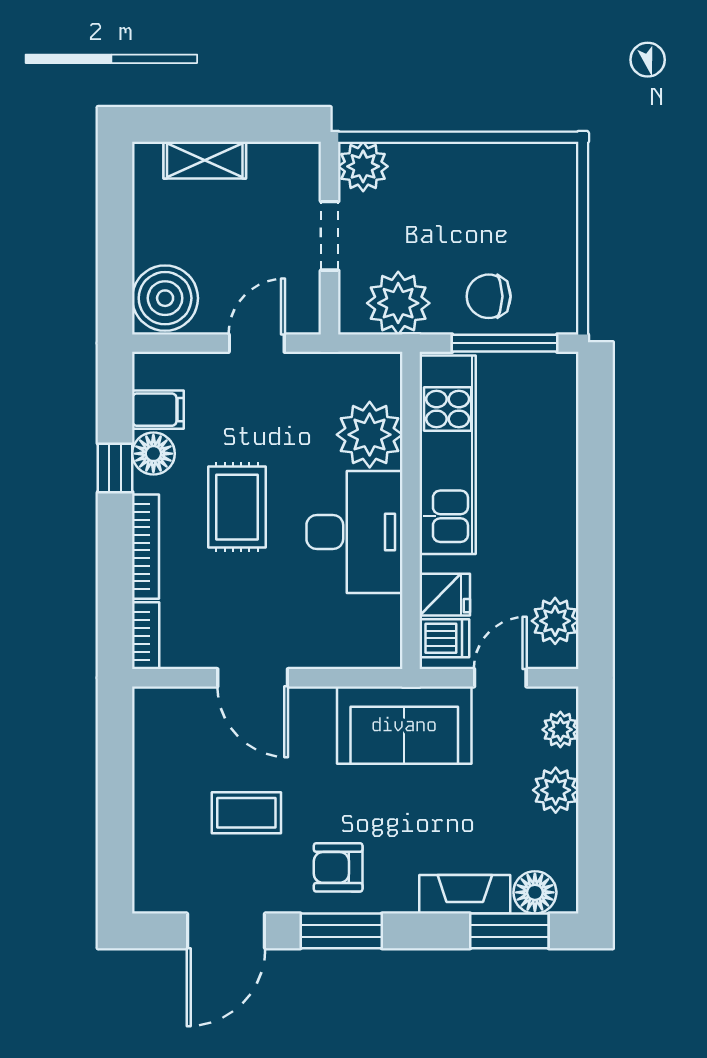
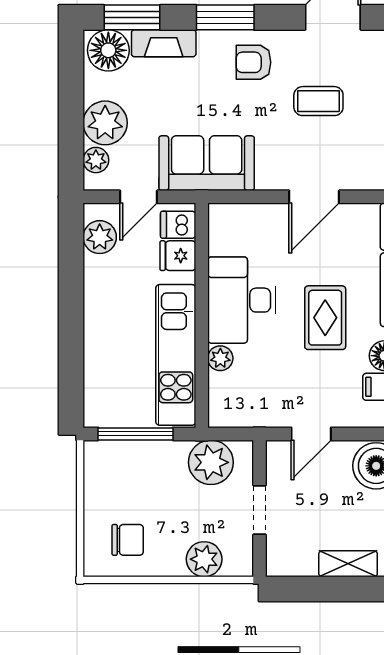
plant: (363, 166) -> (204, 559), moved
chair: (489, 296) -> (128, 540), moved
plant: (370, 435) -> (220, 358), width x0.53, depth x0.53
door: (253, 678) -> (314, 197), swing flipped
plant: (556, 790) -> (105, 123), width x1.36, depth x1.36
armchair: (338, 867) -> (253, 62), turned 180
floor lamp: (535, 892) -> (108, 50), width x1.38, depth x1.38
window: (341, 931) -> (225, 17), moved

